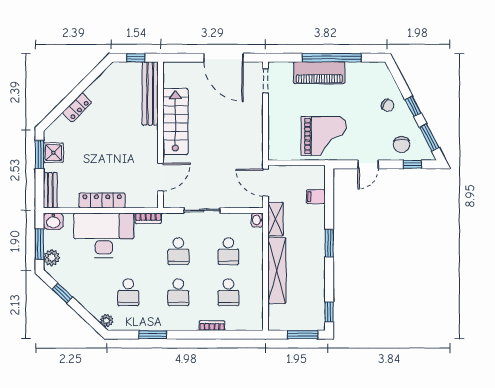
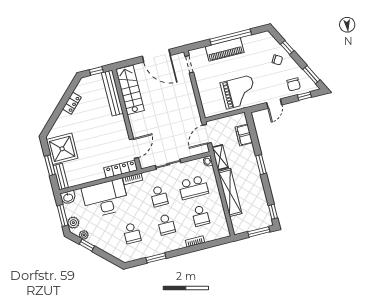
window: (413, 106) -> (287, 48), moved
locker: (77, 107) -> (72, 103), moved
stairs: (175, 121) -> (130, 90), moved
shower: (53, 153) -> (62, 149), width x1.86, depth x1.86
window: (39, 155) -> (50, 165), moved
door: (265, 183) -> (207, 134), hinge flipped
filing cabinet: (316, 197) -> (244, 135), width x2.00
locker: (102, 201) -> (121, 169), moved
school desk: (228, 251) -> (193, 188), width x1.85
plant: (107, 321) -> (84, 235), moved

